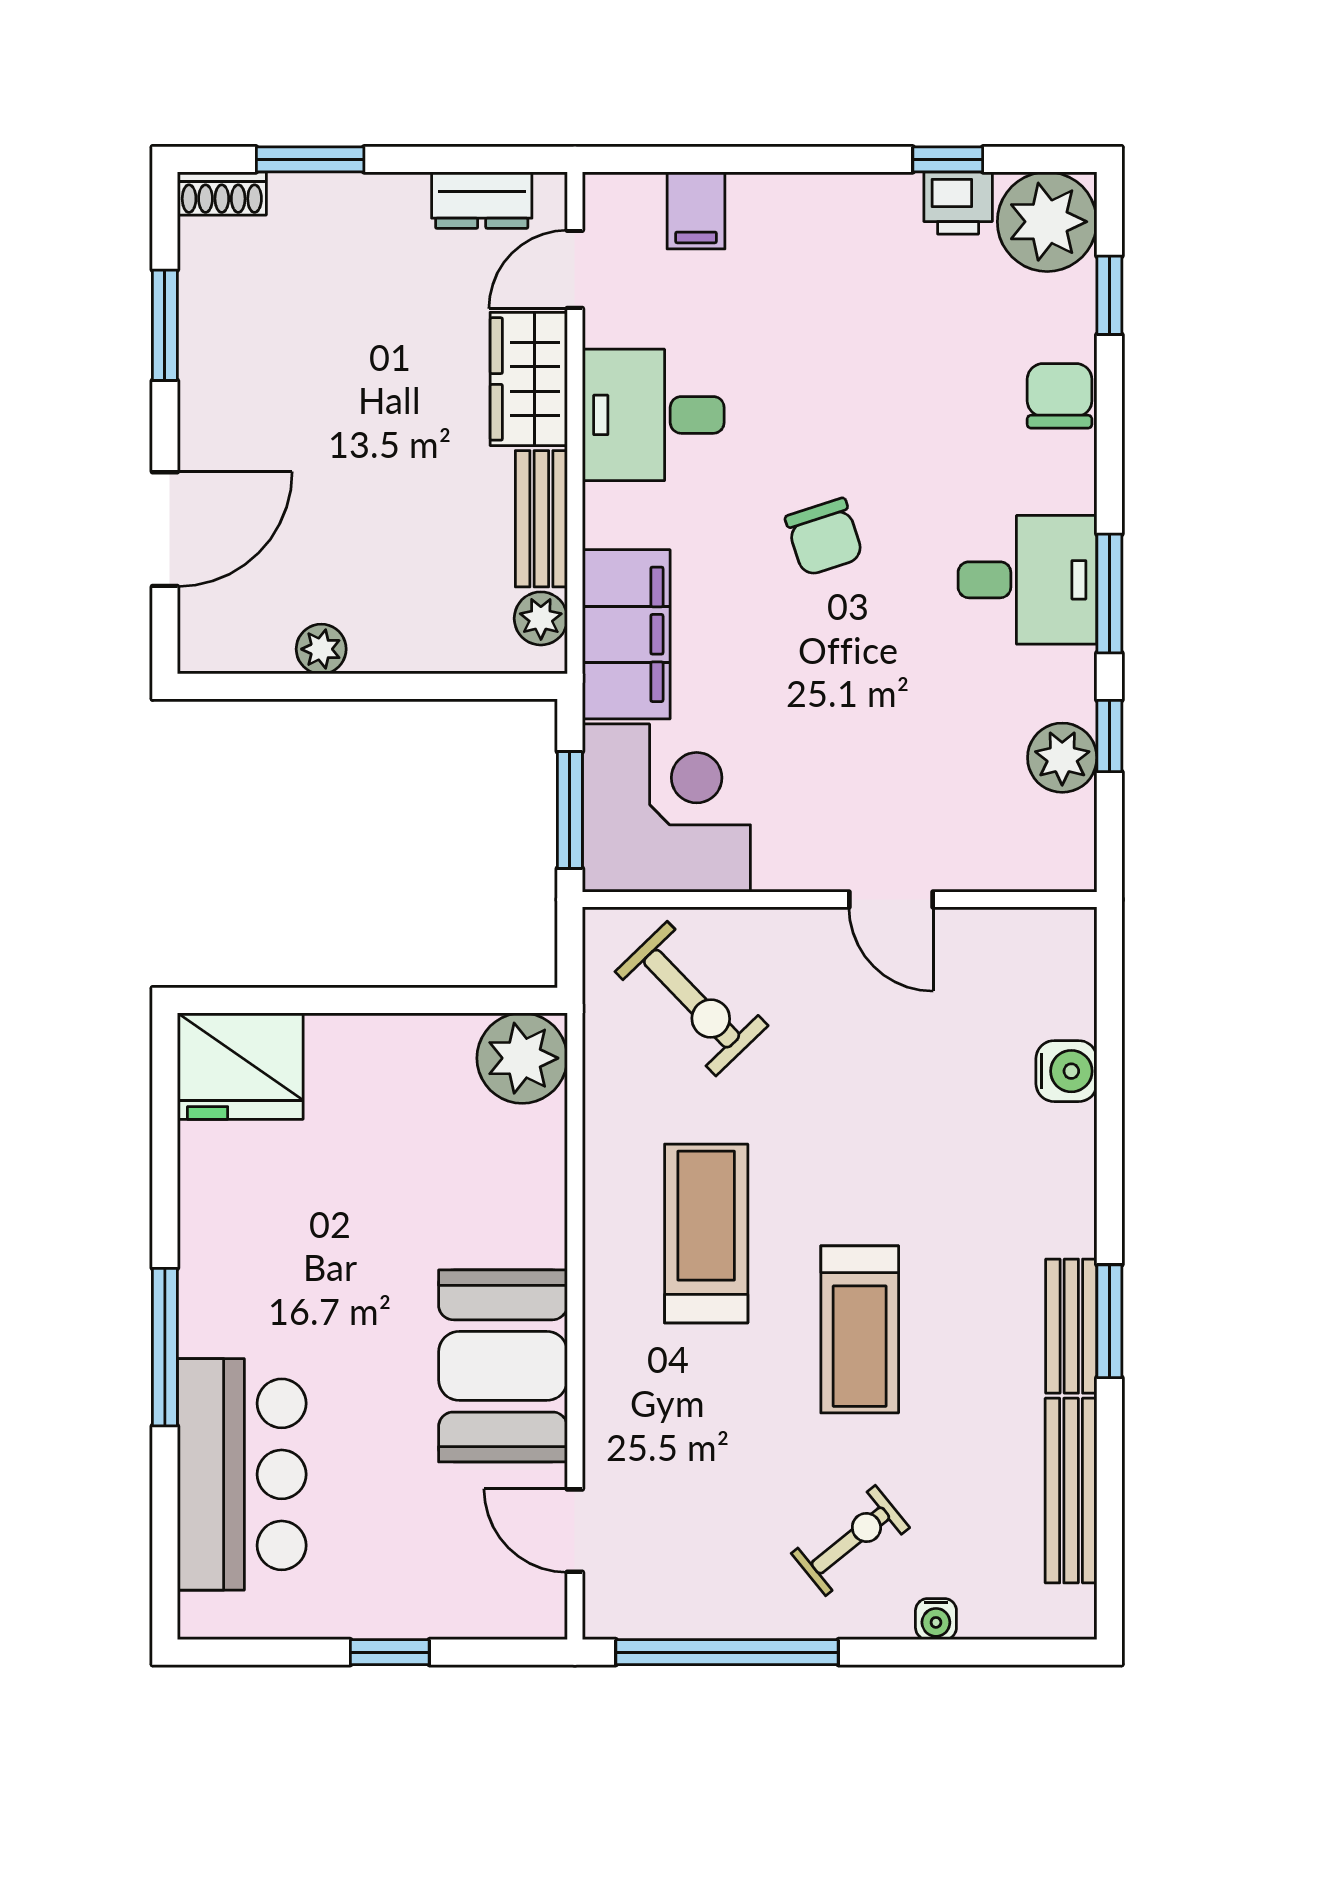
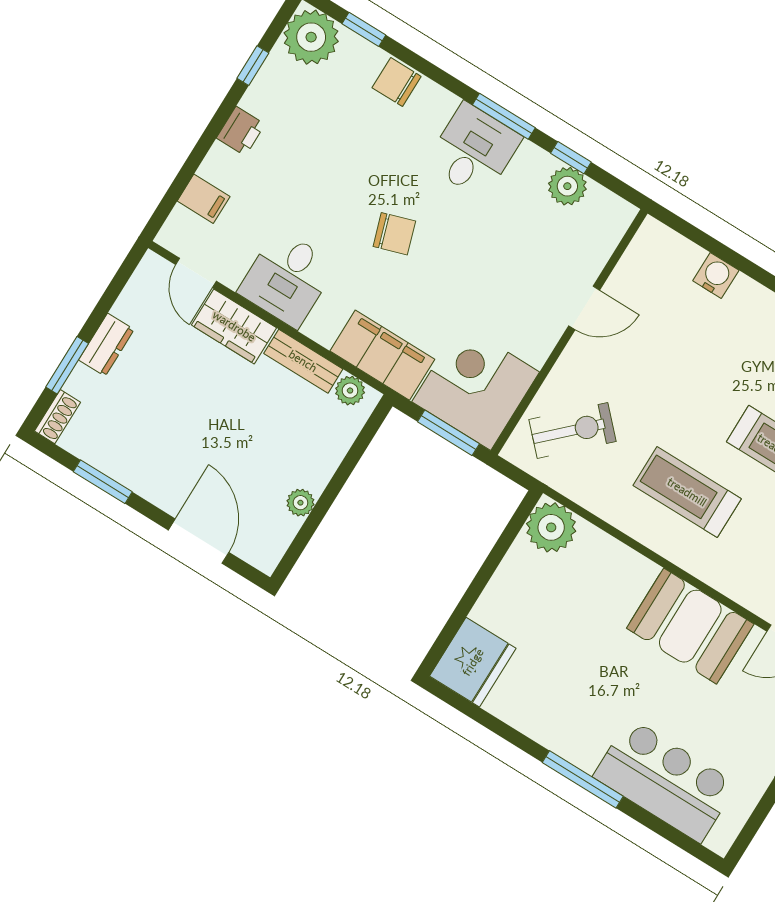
dresser: (482, 200) -> (106, 345), moved
printer: (958, 203) -> (241, 131), moved

